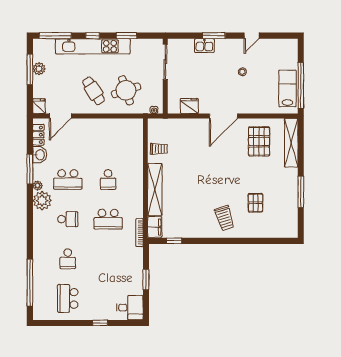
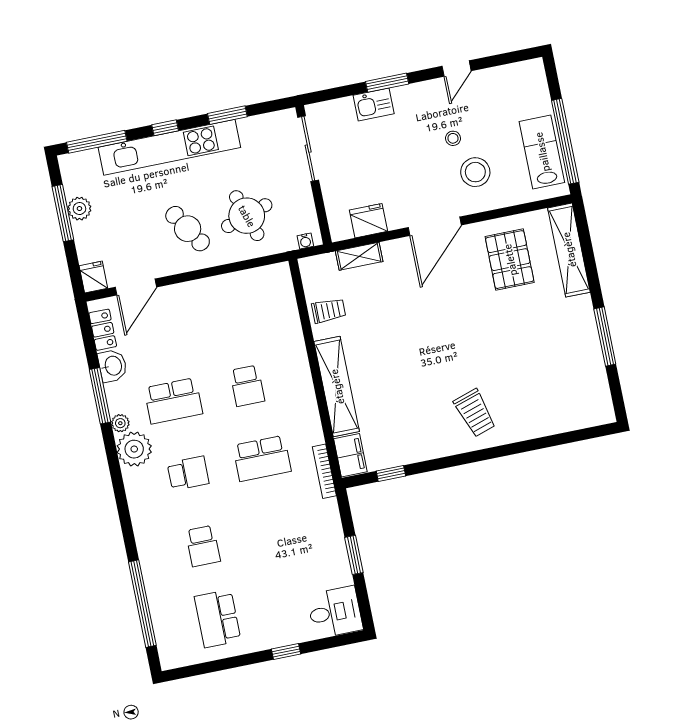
stool: (250, 92) -> (475, 172), added
shelving: (181, 124) -> (359, 256), added
pallet: (255, 203) -> (526, 373), removed

